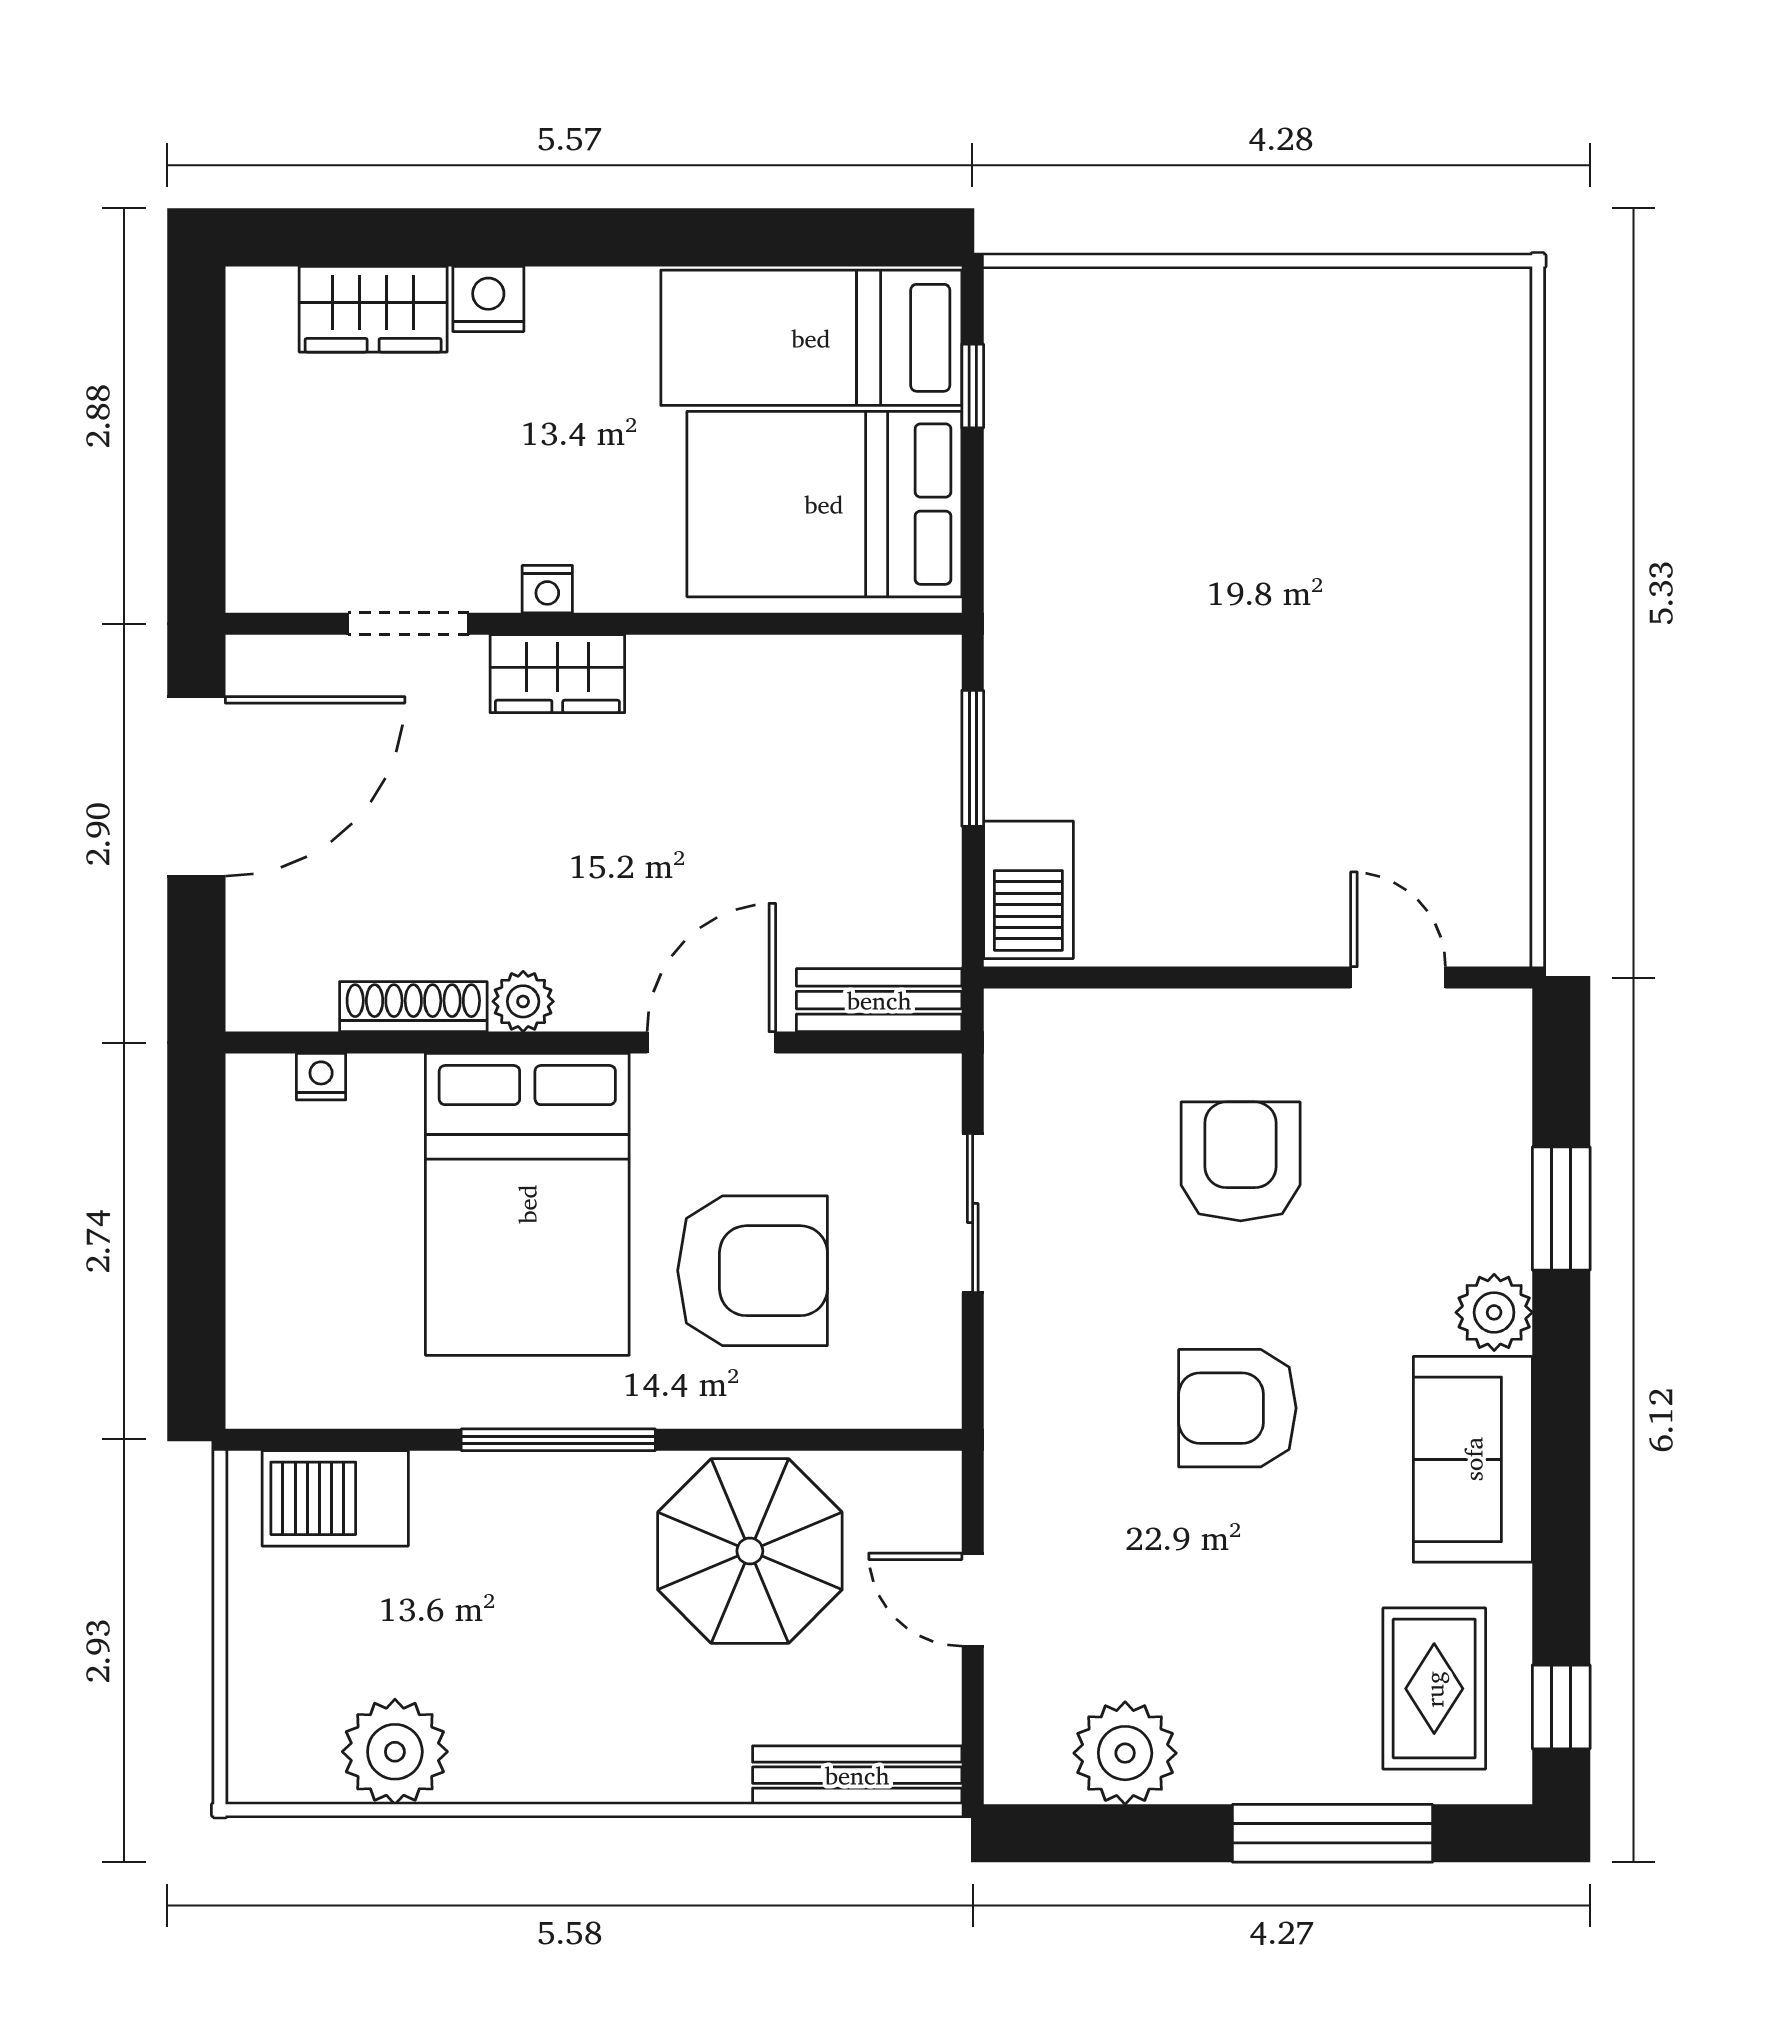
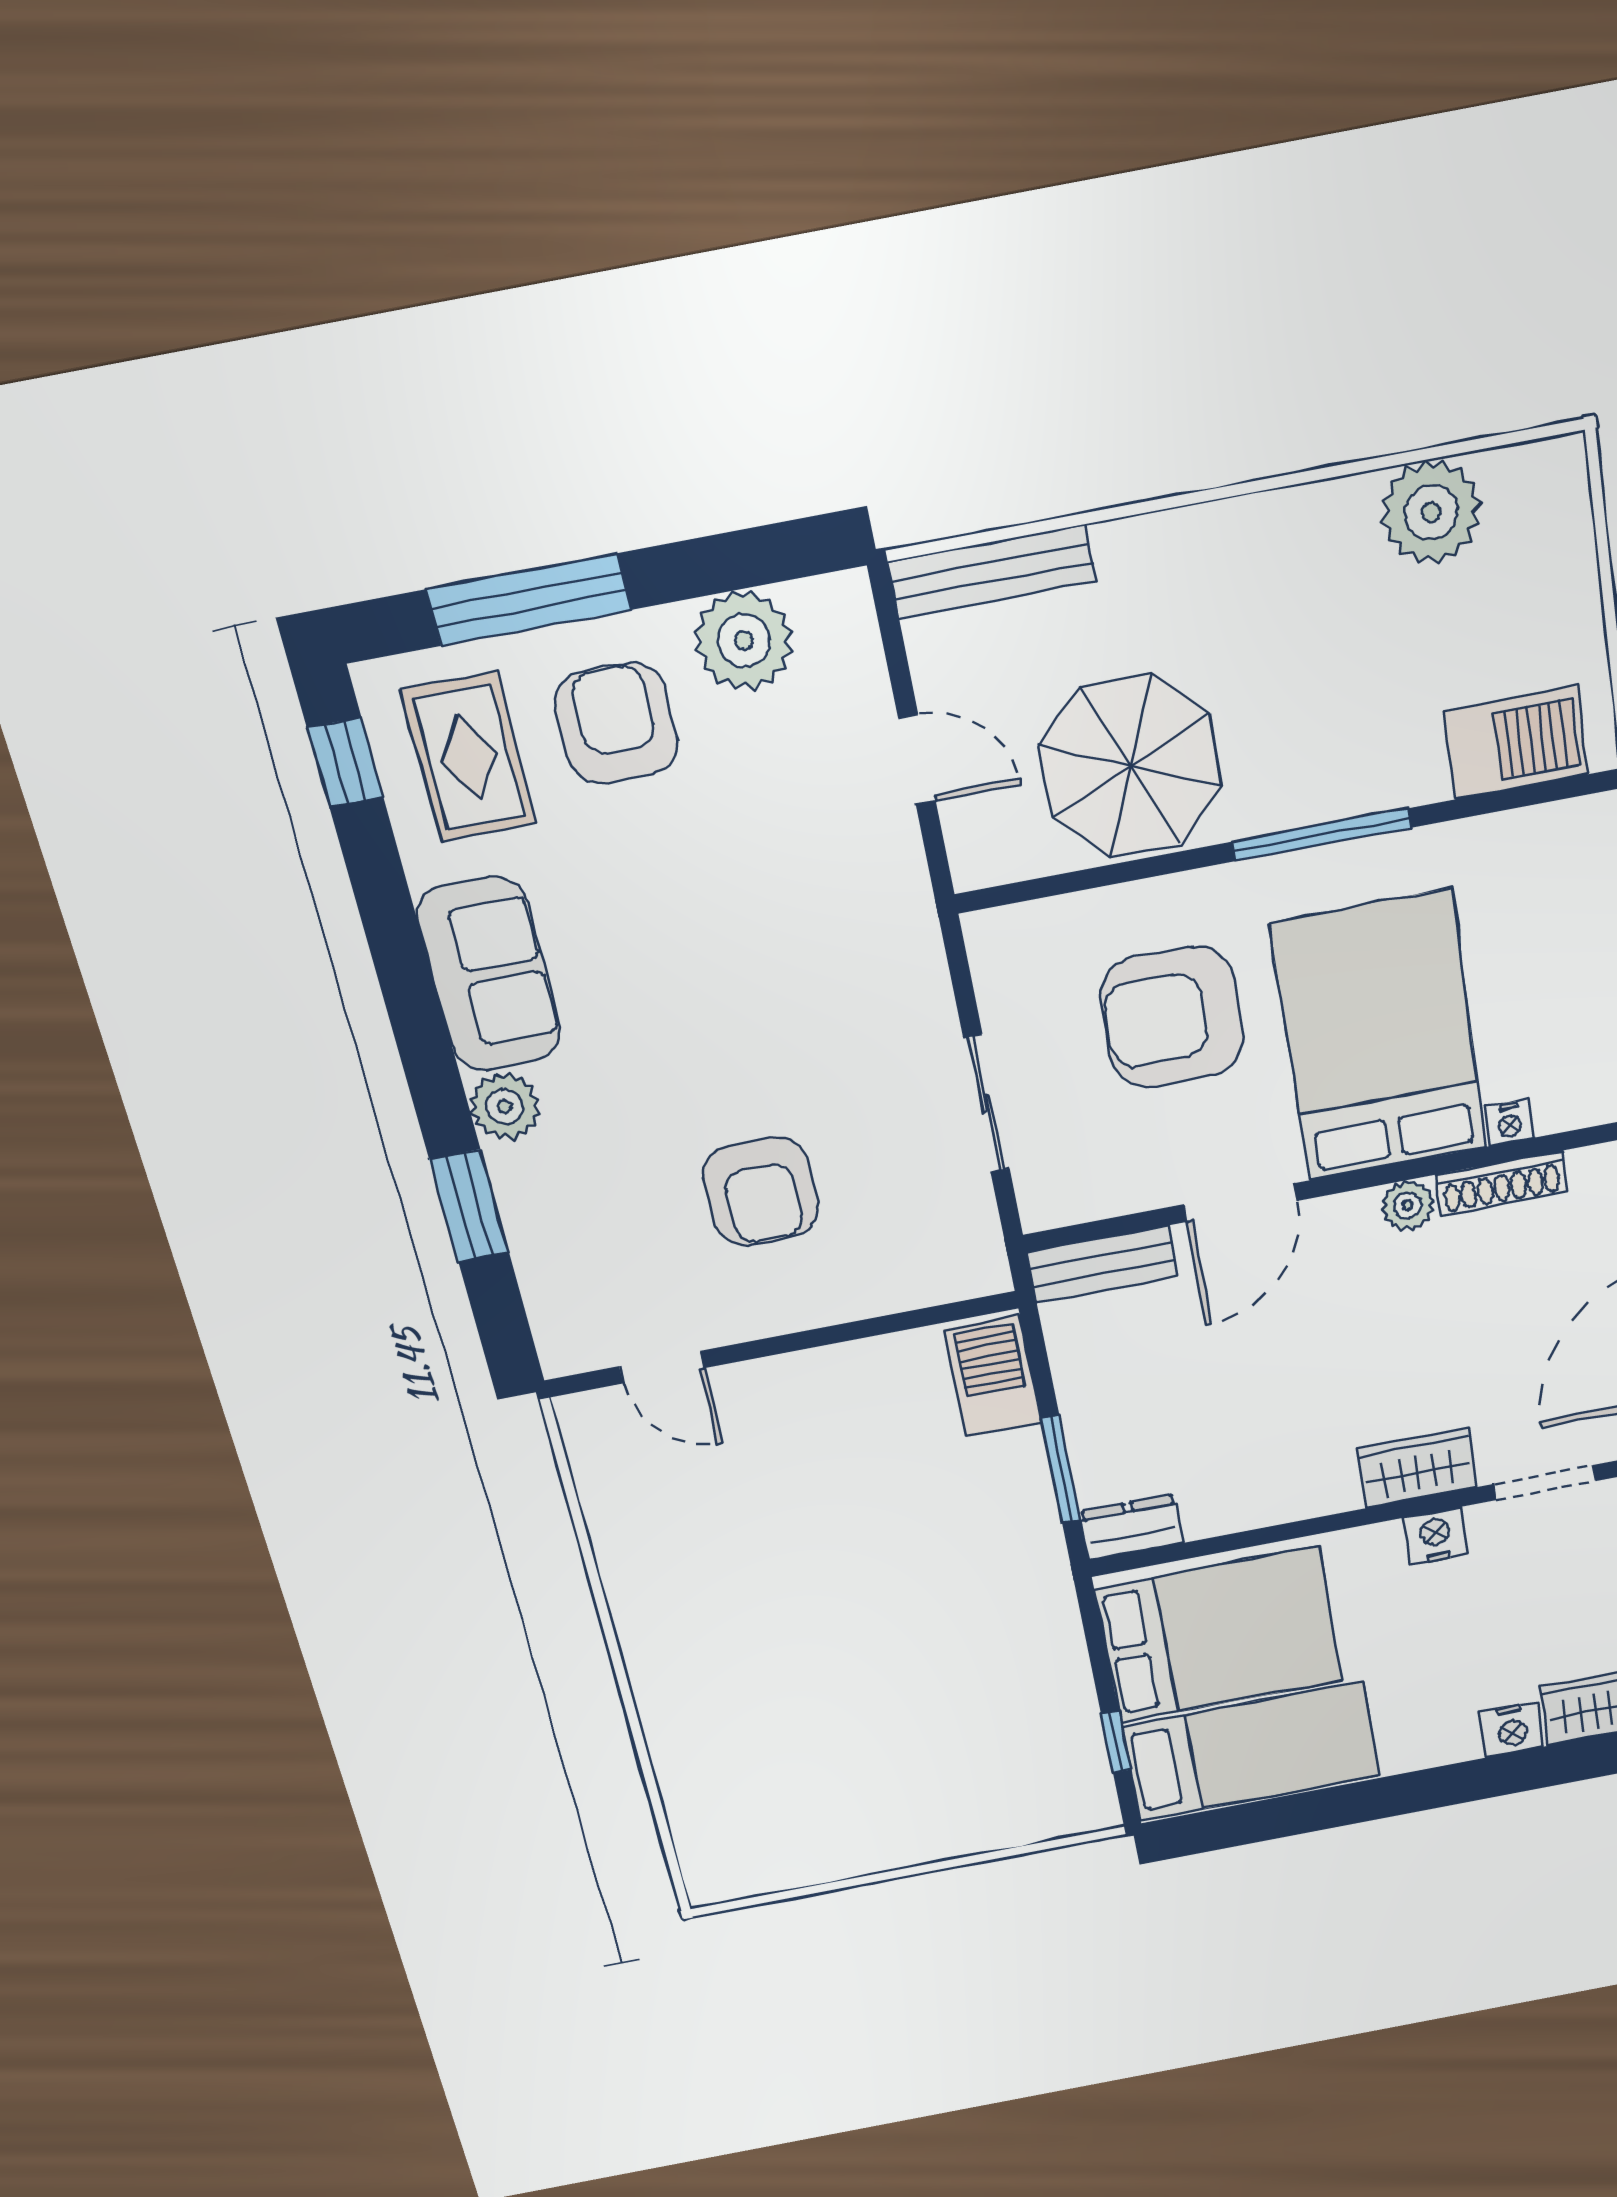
nightstand: (547, 589) -> (1435, 1536), width x1.39, depth x1.35
dresser: (904, 667) -> (1131, 1528), added
nightstand: (321, 1077) -> (1510, 1123), moved
armchair: (1237, 1408) -> (616, 723), moved, turned -90

